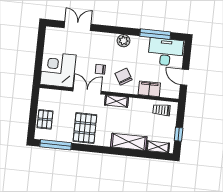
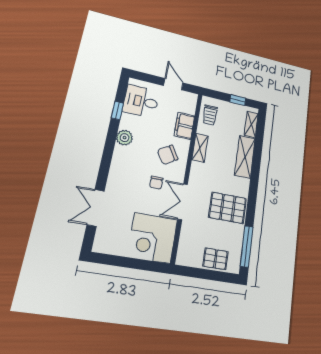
window: (155, 34) -> (117, 111), width x0.46
plant: (124, 41) -> (124, 138), moved
desk: (166, 52) -> (141, 101), width x0.73
door: (185, 77) -> (173, 84), swing flipped
shelving: (116, 101) -> (200, 148), moved

